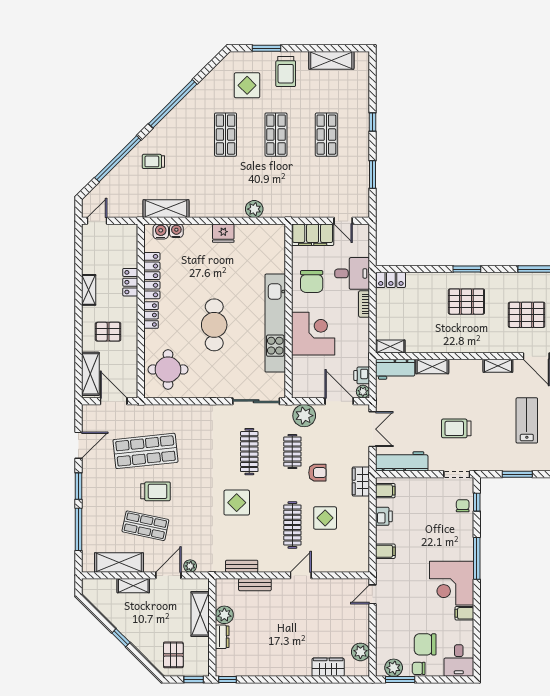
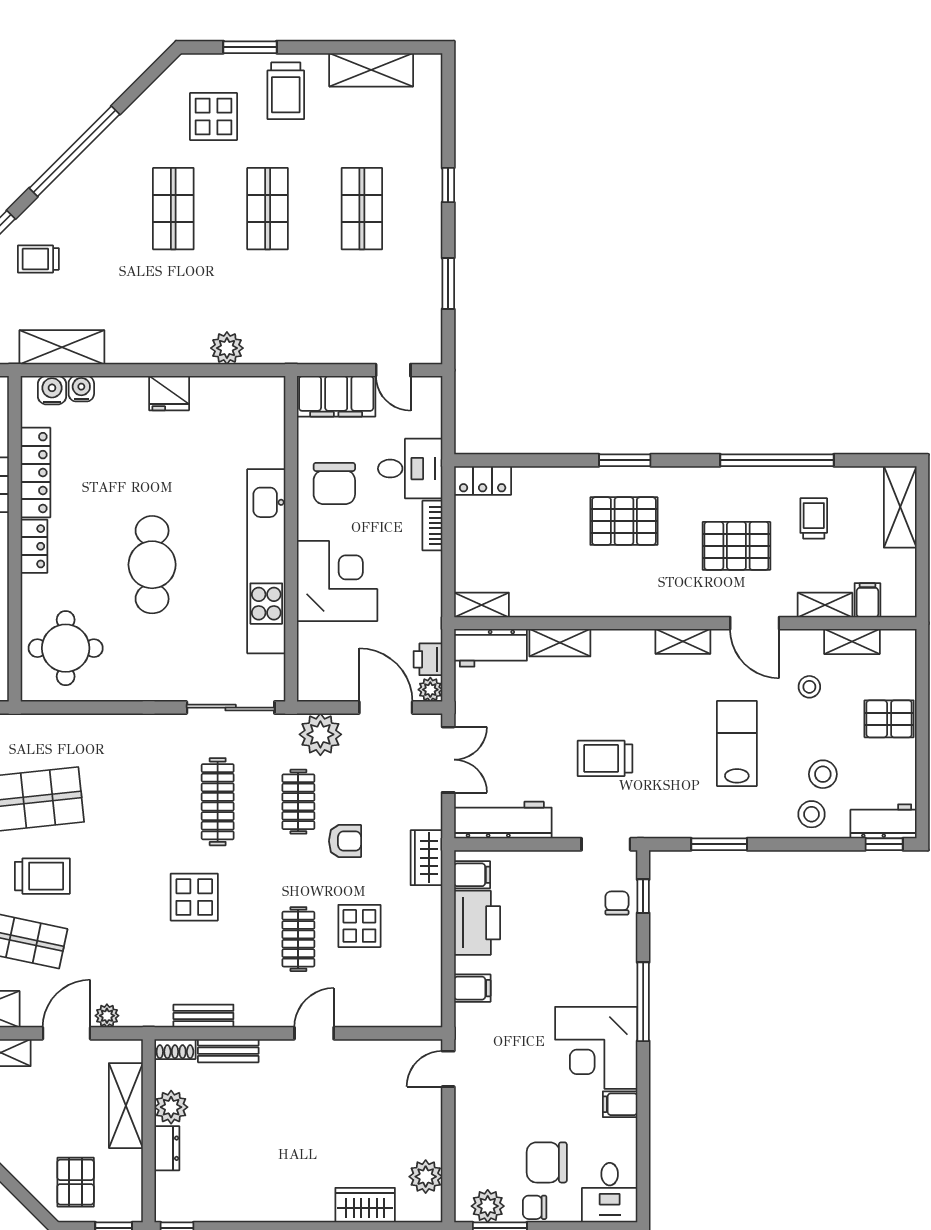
printer: (384, 516) -> (477, 923), width x1.87, depth x1.48
clothes rail: (292, 525) -> (298, 939), width x0.73
shoe rack: (226, 584) -> (175, 1049), added

